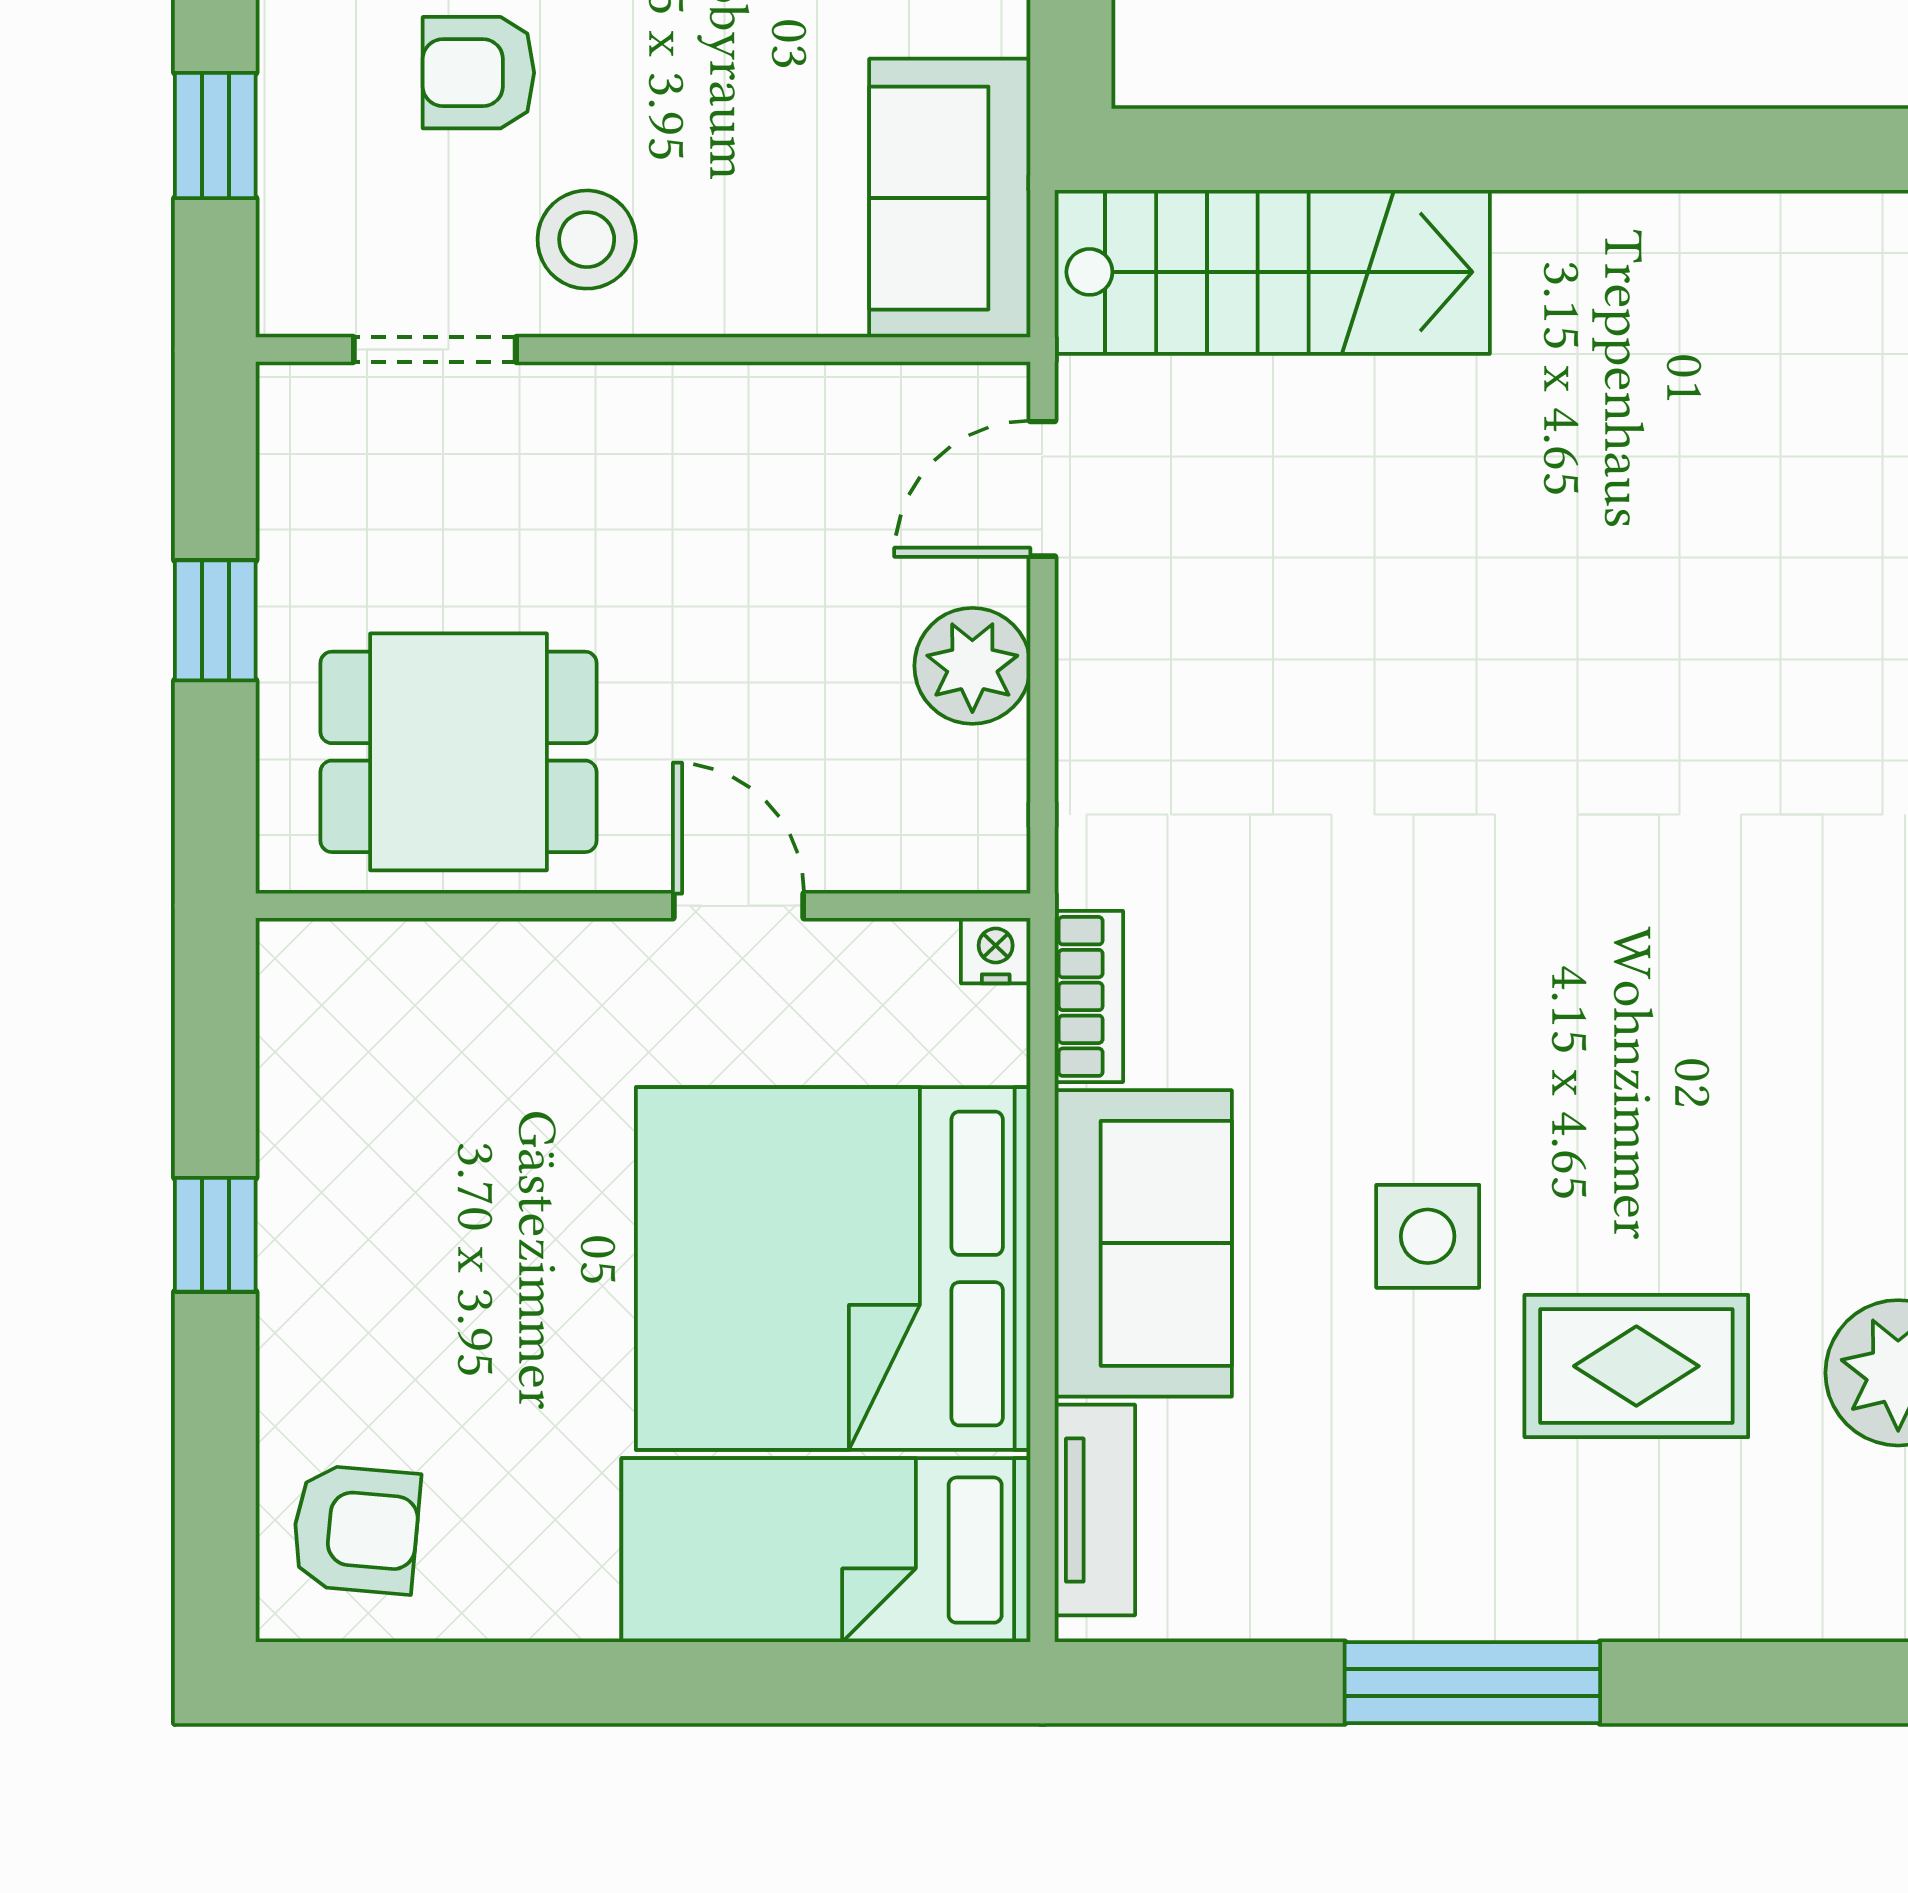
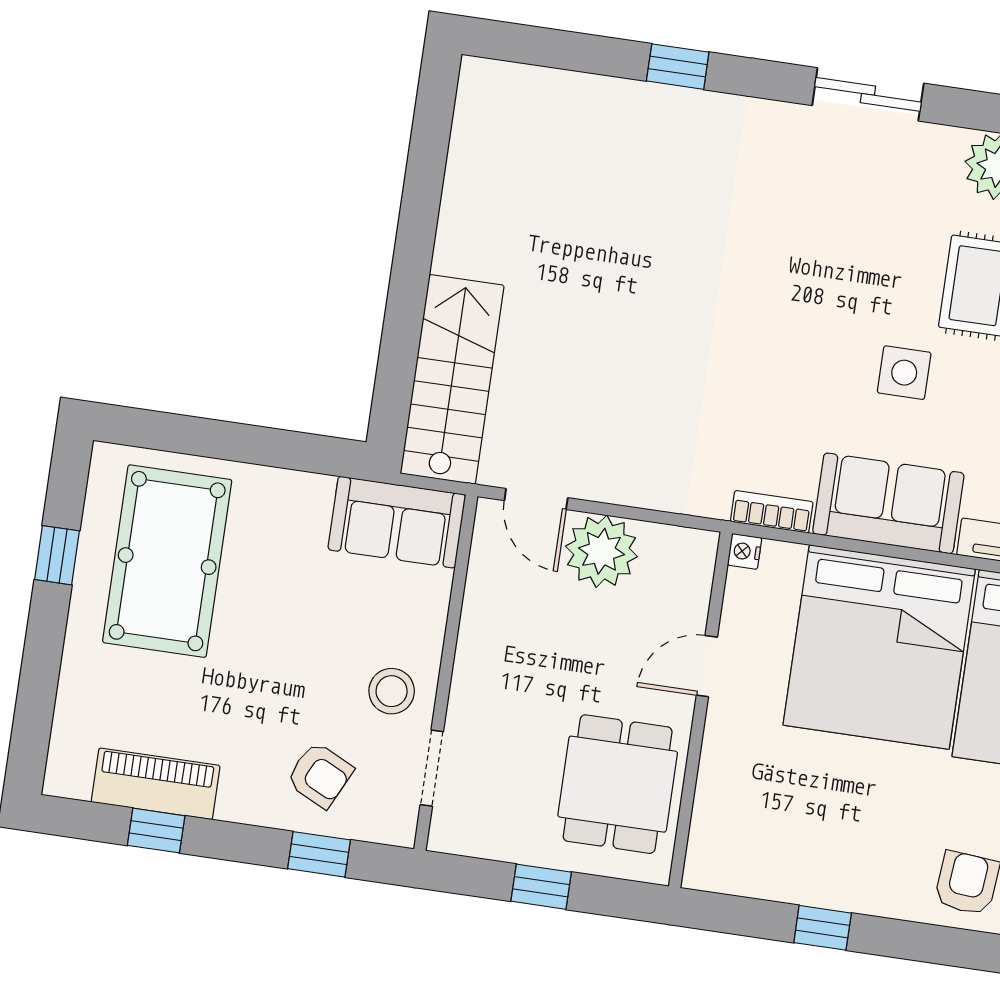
armchair: (478, 73) -> (320, 775), moved, turned -64
plant: (972, 666) -> (601, 551), width x1.36, depth x1.36

